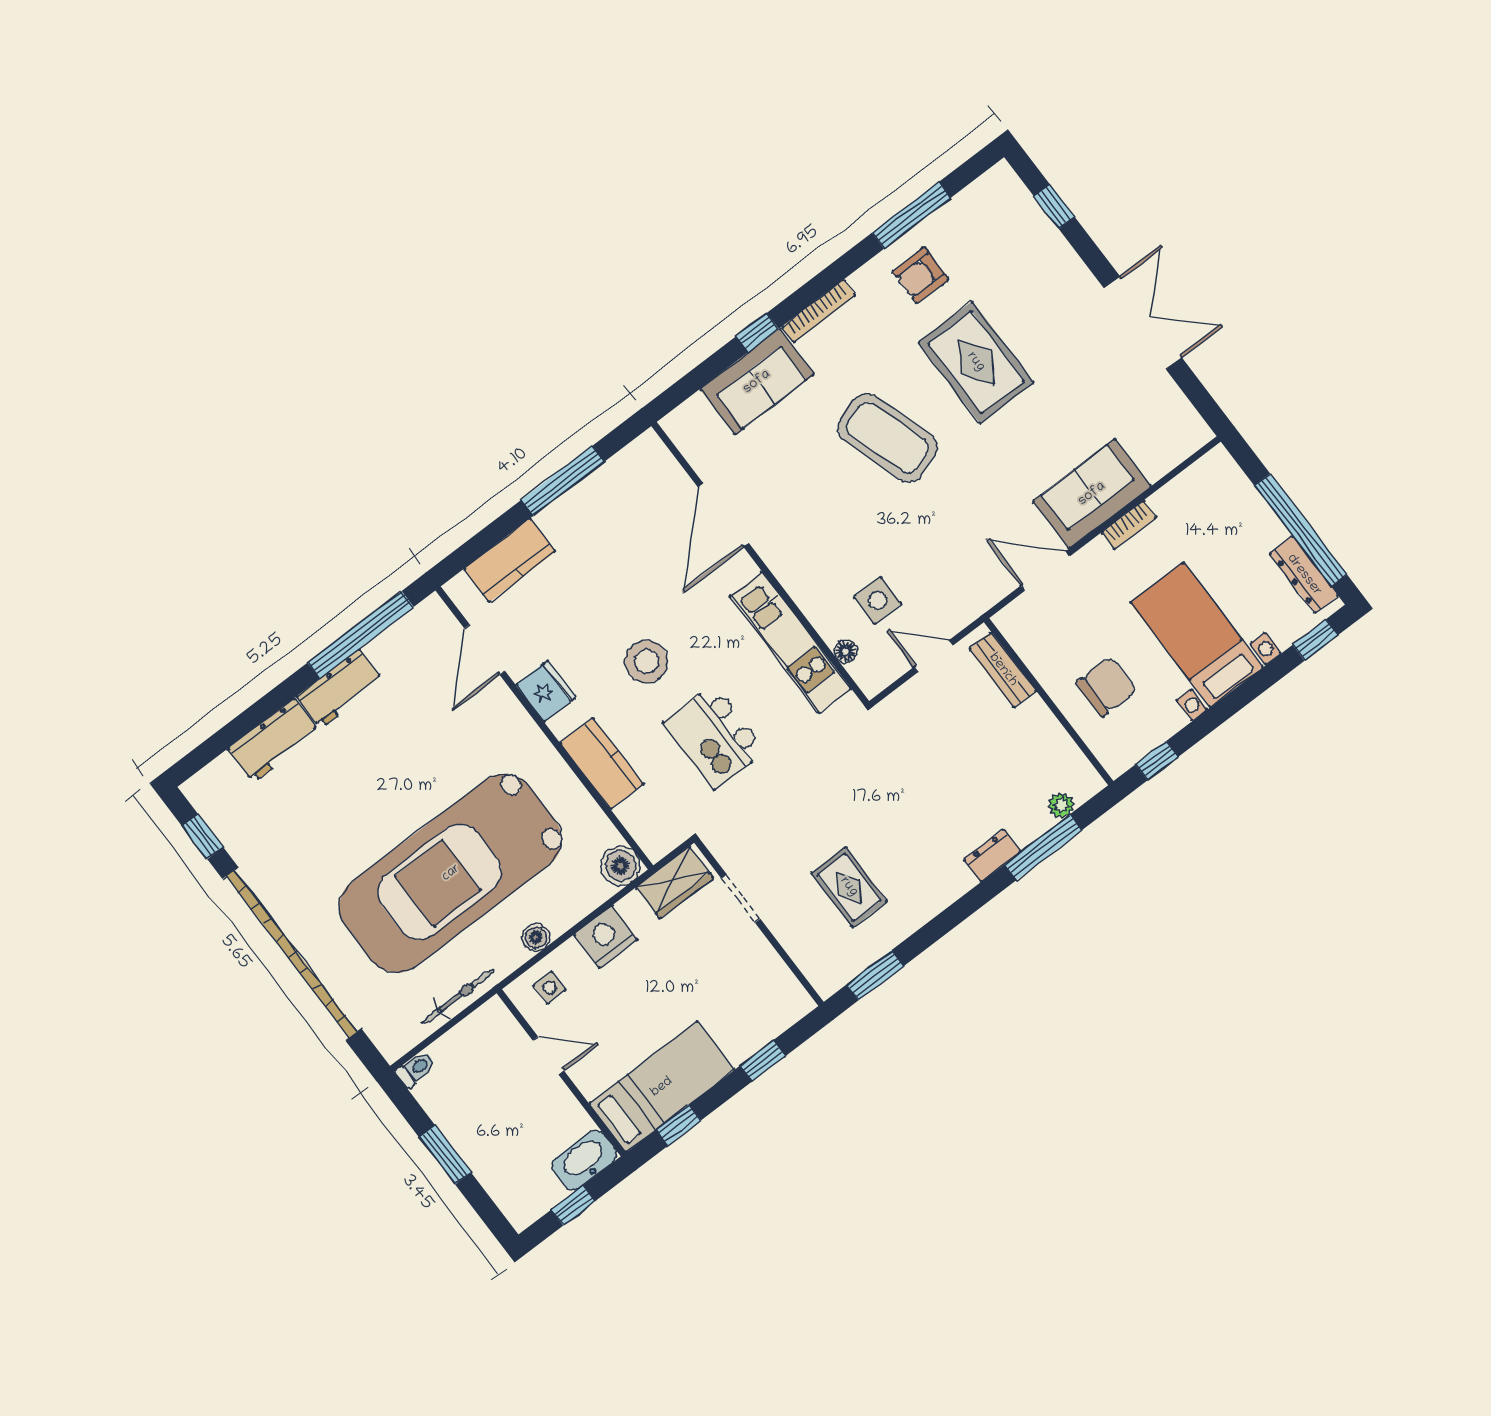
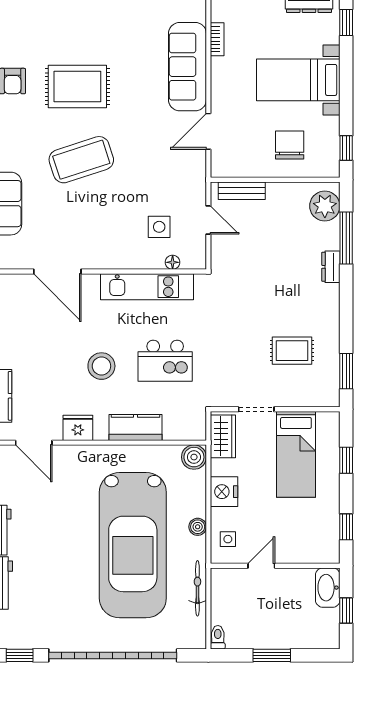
sofa: (1092, 494) -> (187, 67), width x1.36
bookcase: (1129, 525) -> (217, 39), moved
door: (933, 656) -> (208, 220), swing flipped
plant: (1061, 805) -> (325, 206), width x1.87, depth x1.87
bed: (662, 1087) -> (296, 454), moved, turned 180

